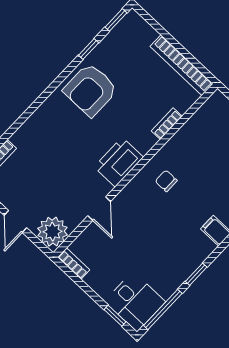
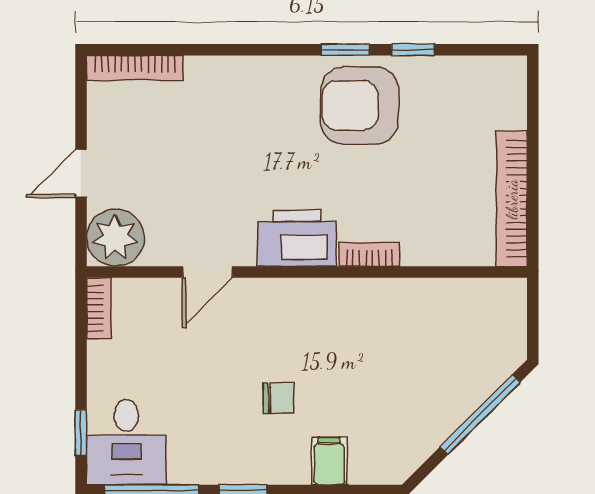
window: (116, 20) -> (345, 50), moved
bookcase: (167, 124) -> (369, 254), moved
chair: (166, 181) -> (279, 398), moved, turned 90

